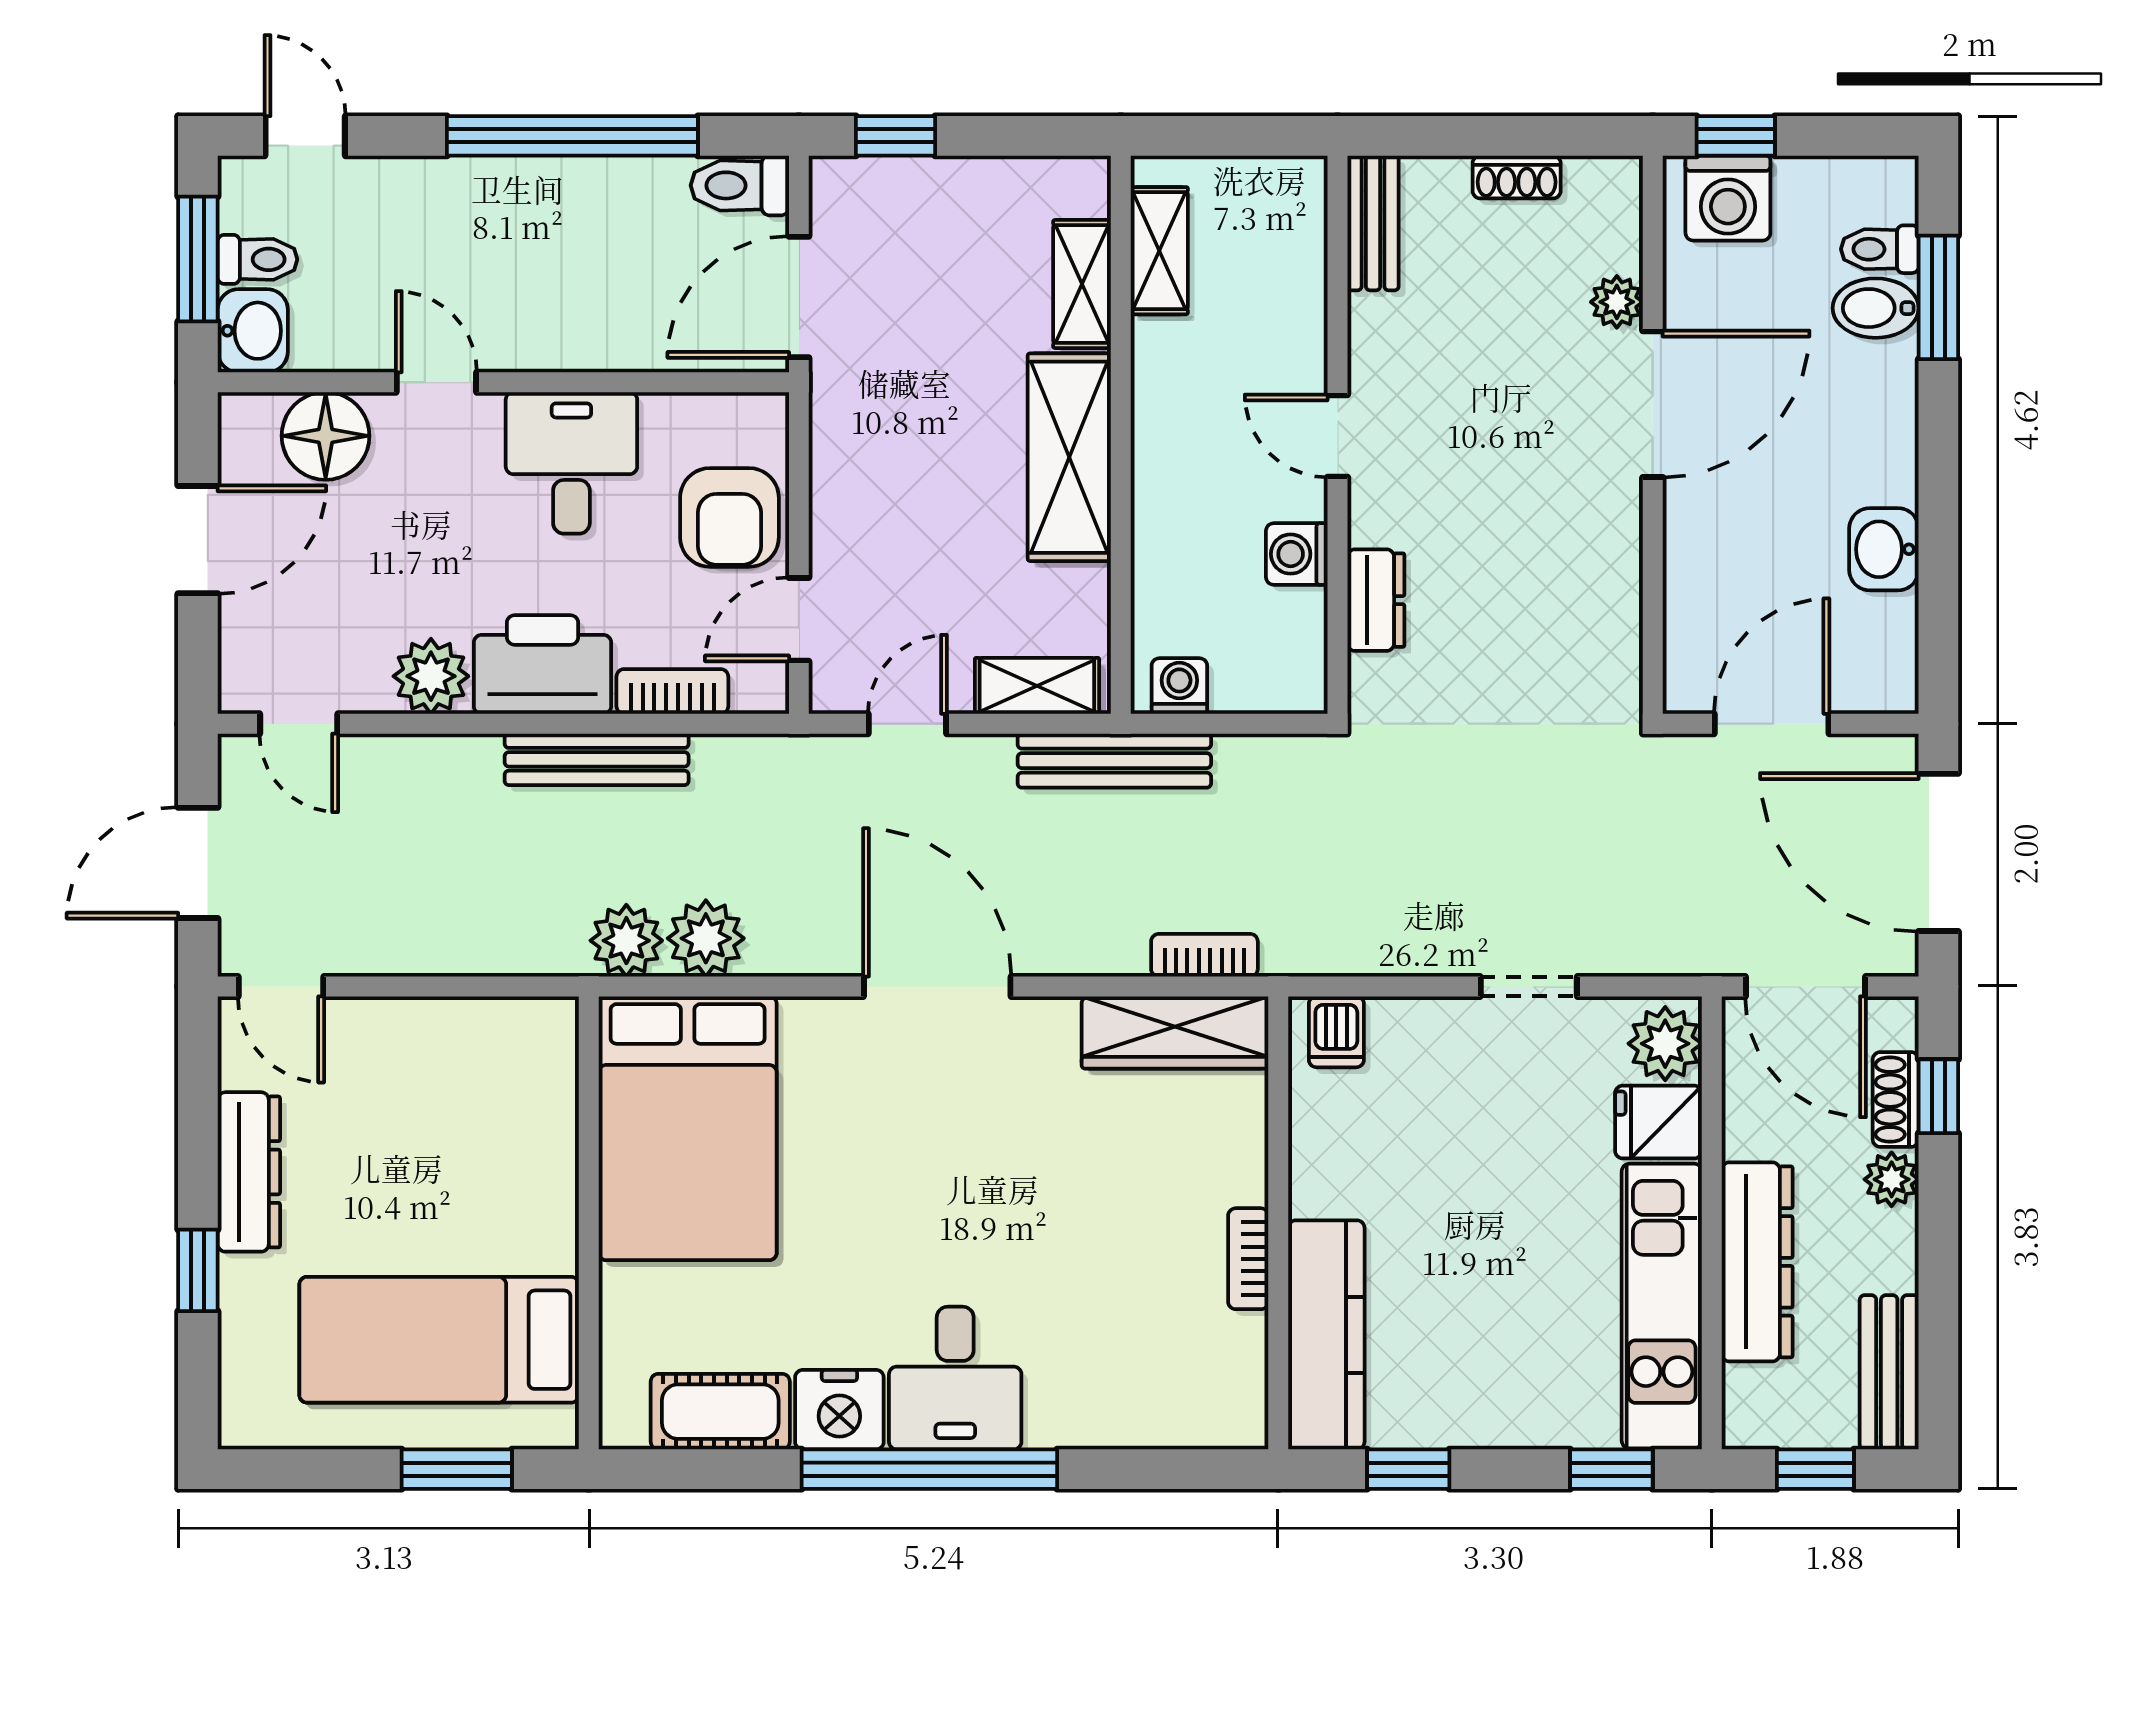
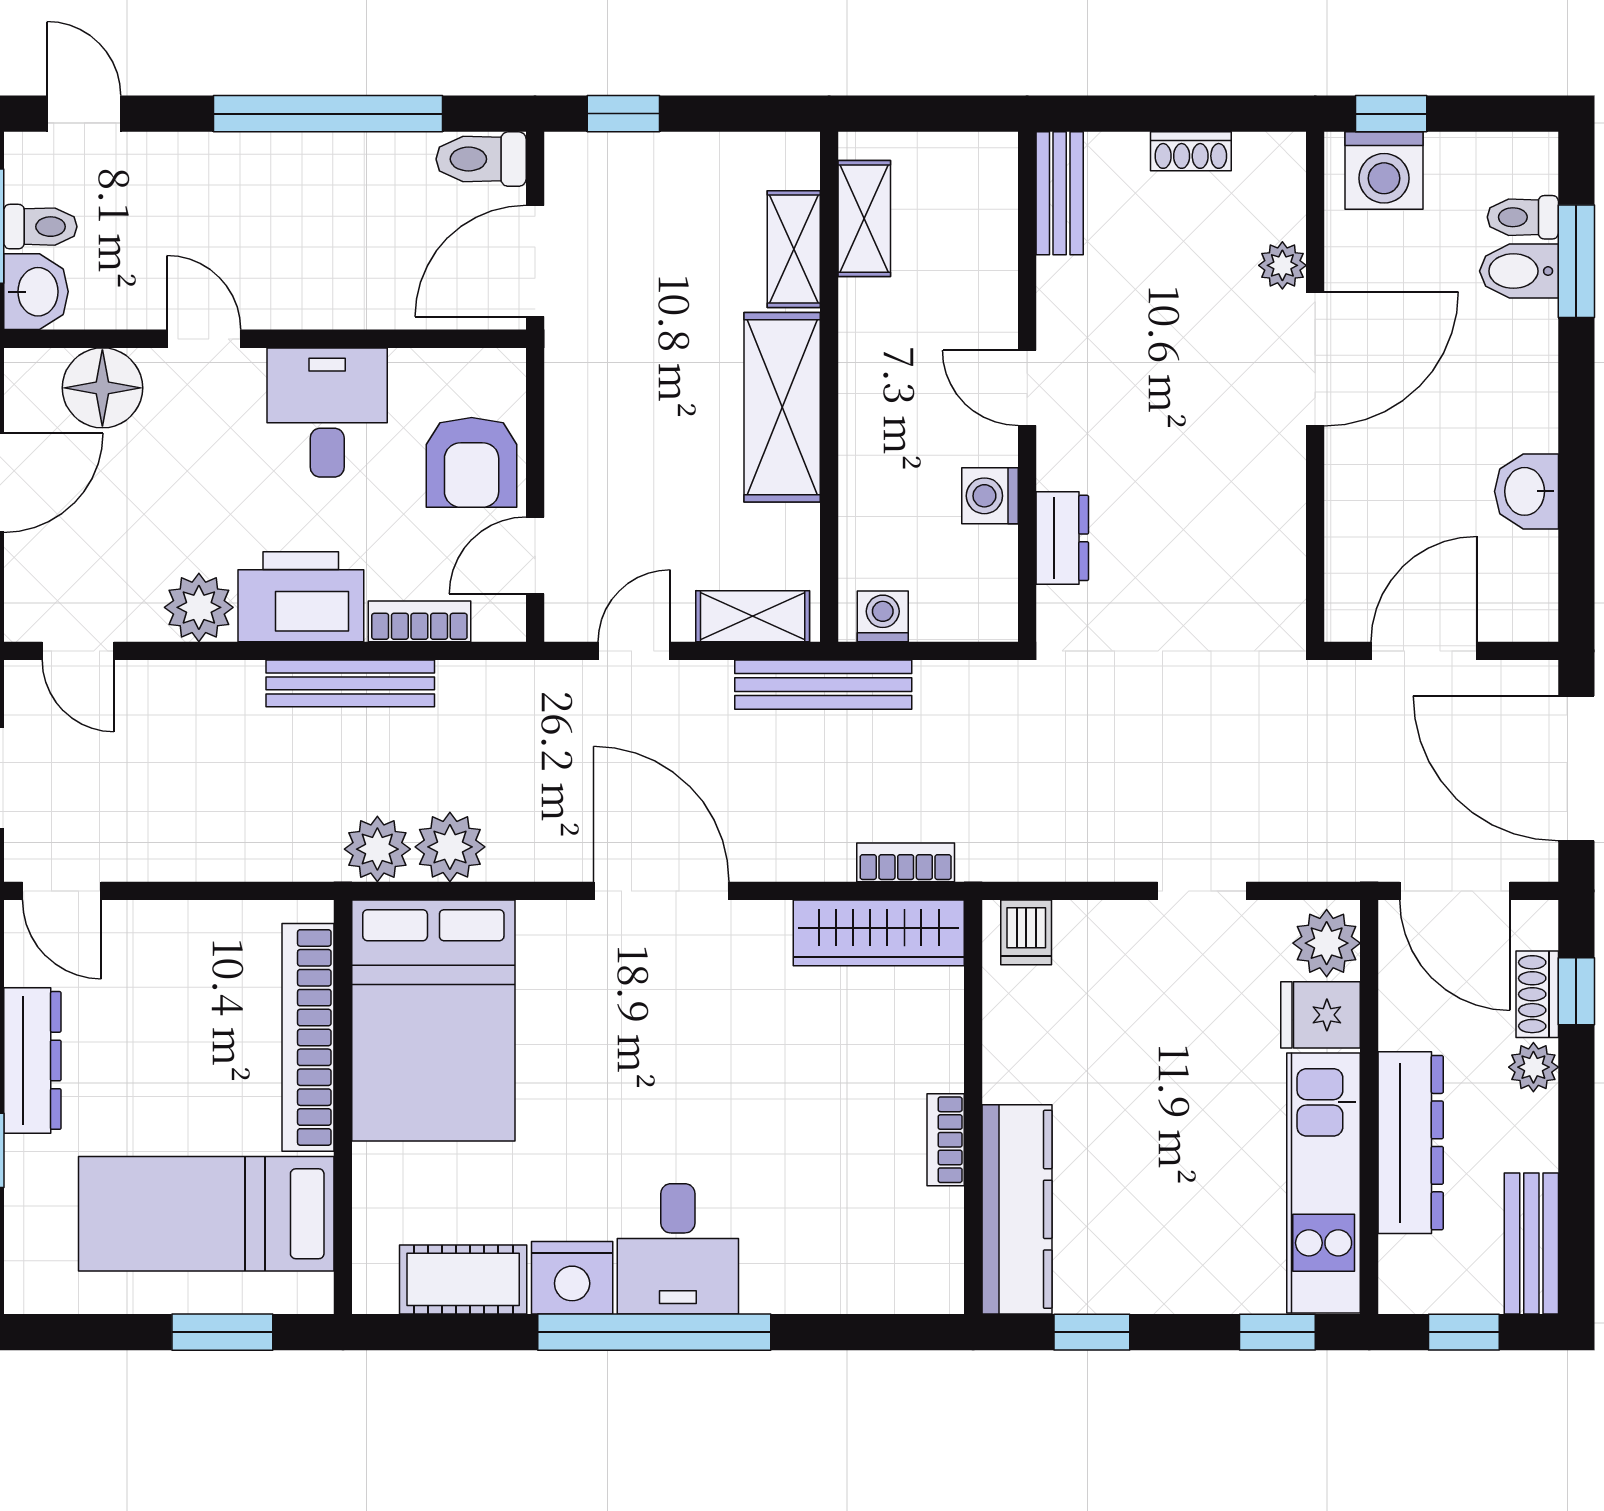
bookcase: (551, 1147) -> (308, 1037), added

